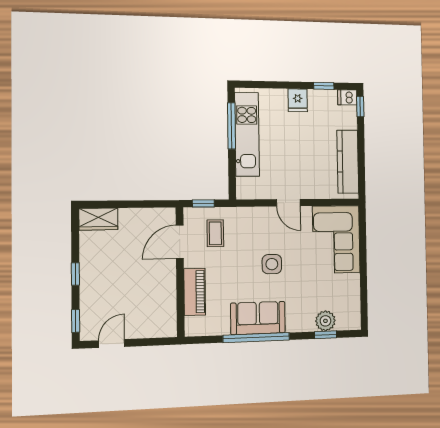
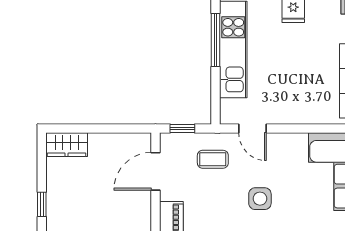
door: (288, 203) -> (252, 128), moved
coffee table: (215, 233) -> (213, 159), moved, turned 90

